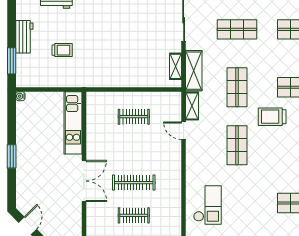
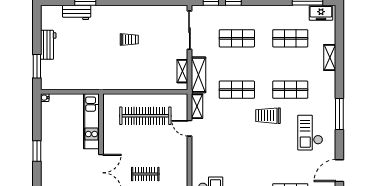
trolley: (62, 50) -> (129, 39), moved
shop shelf: (237, 87) -> (237, 90), turned 90
clothes rail: (134, 117) -> (145, 116), width x1.86, depth x1.31
shop shelf: (237, 145) -> (237, 141), removed
clothes rail: (134, 183) -> (145, 174), width x0.73

